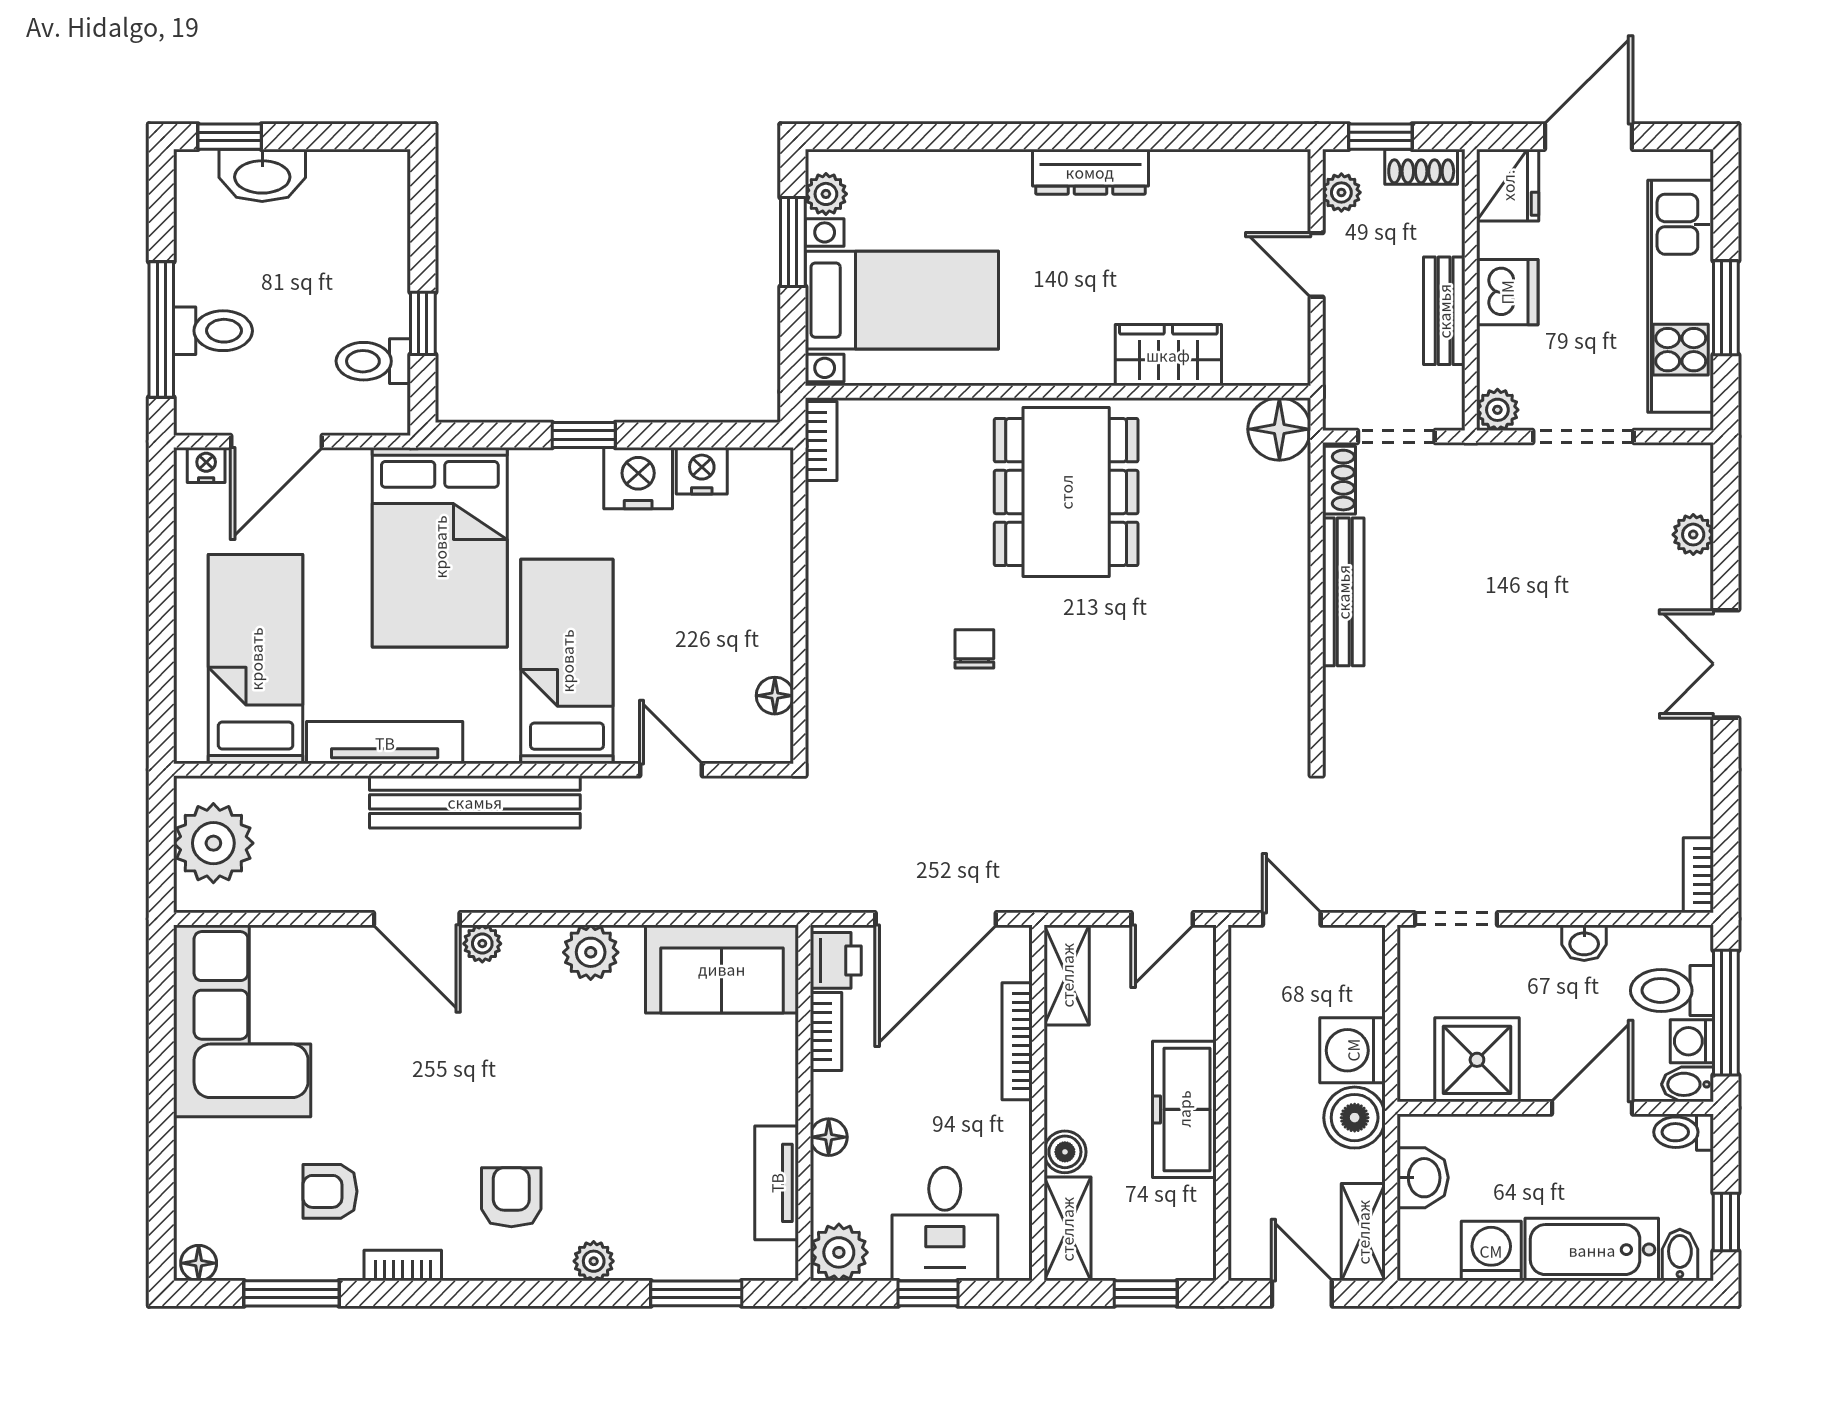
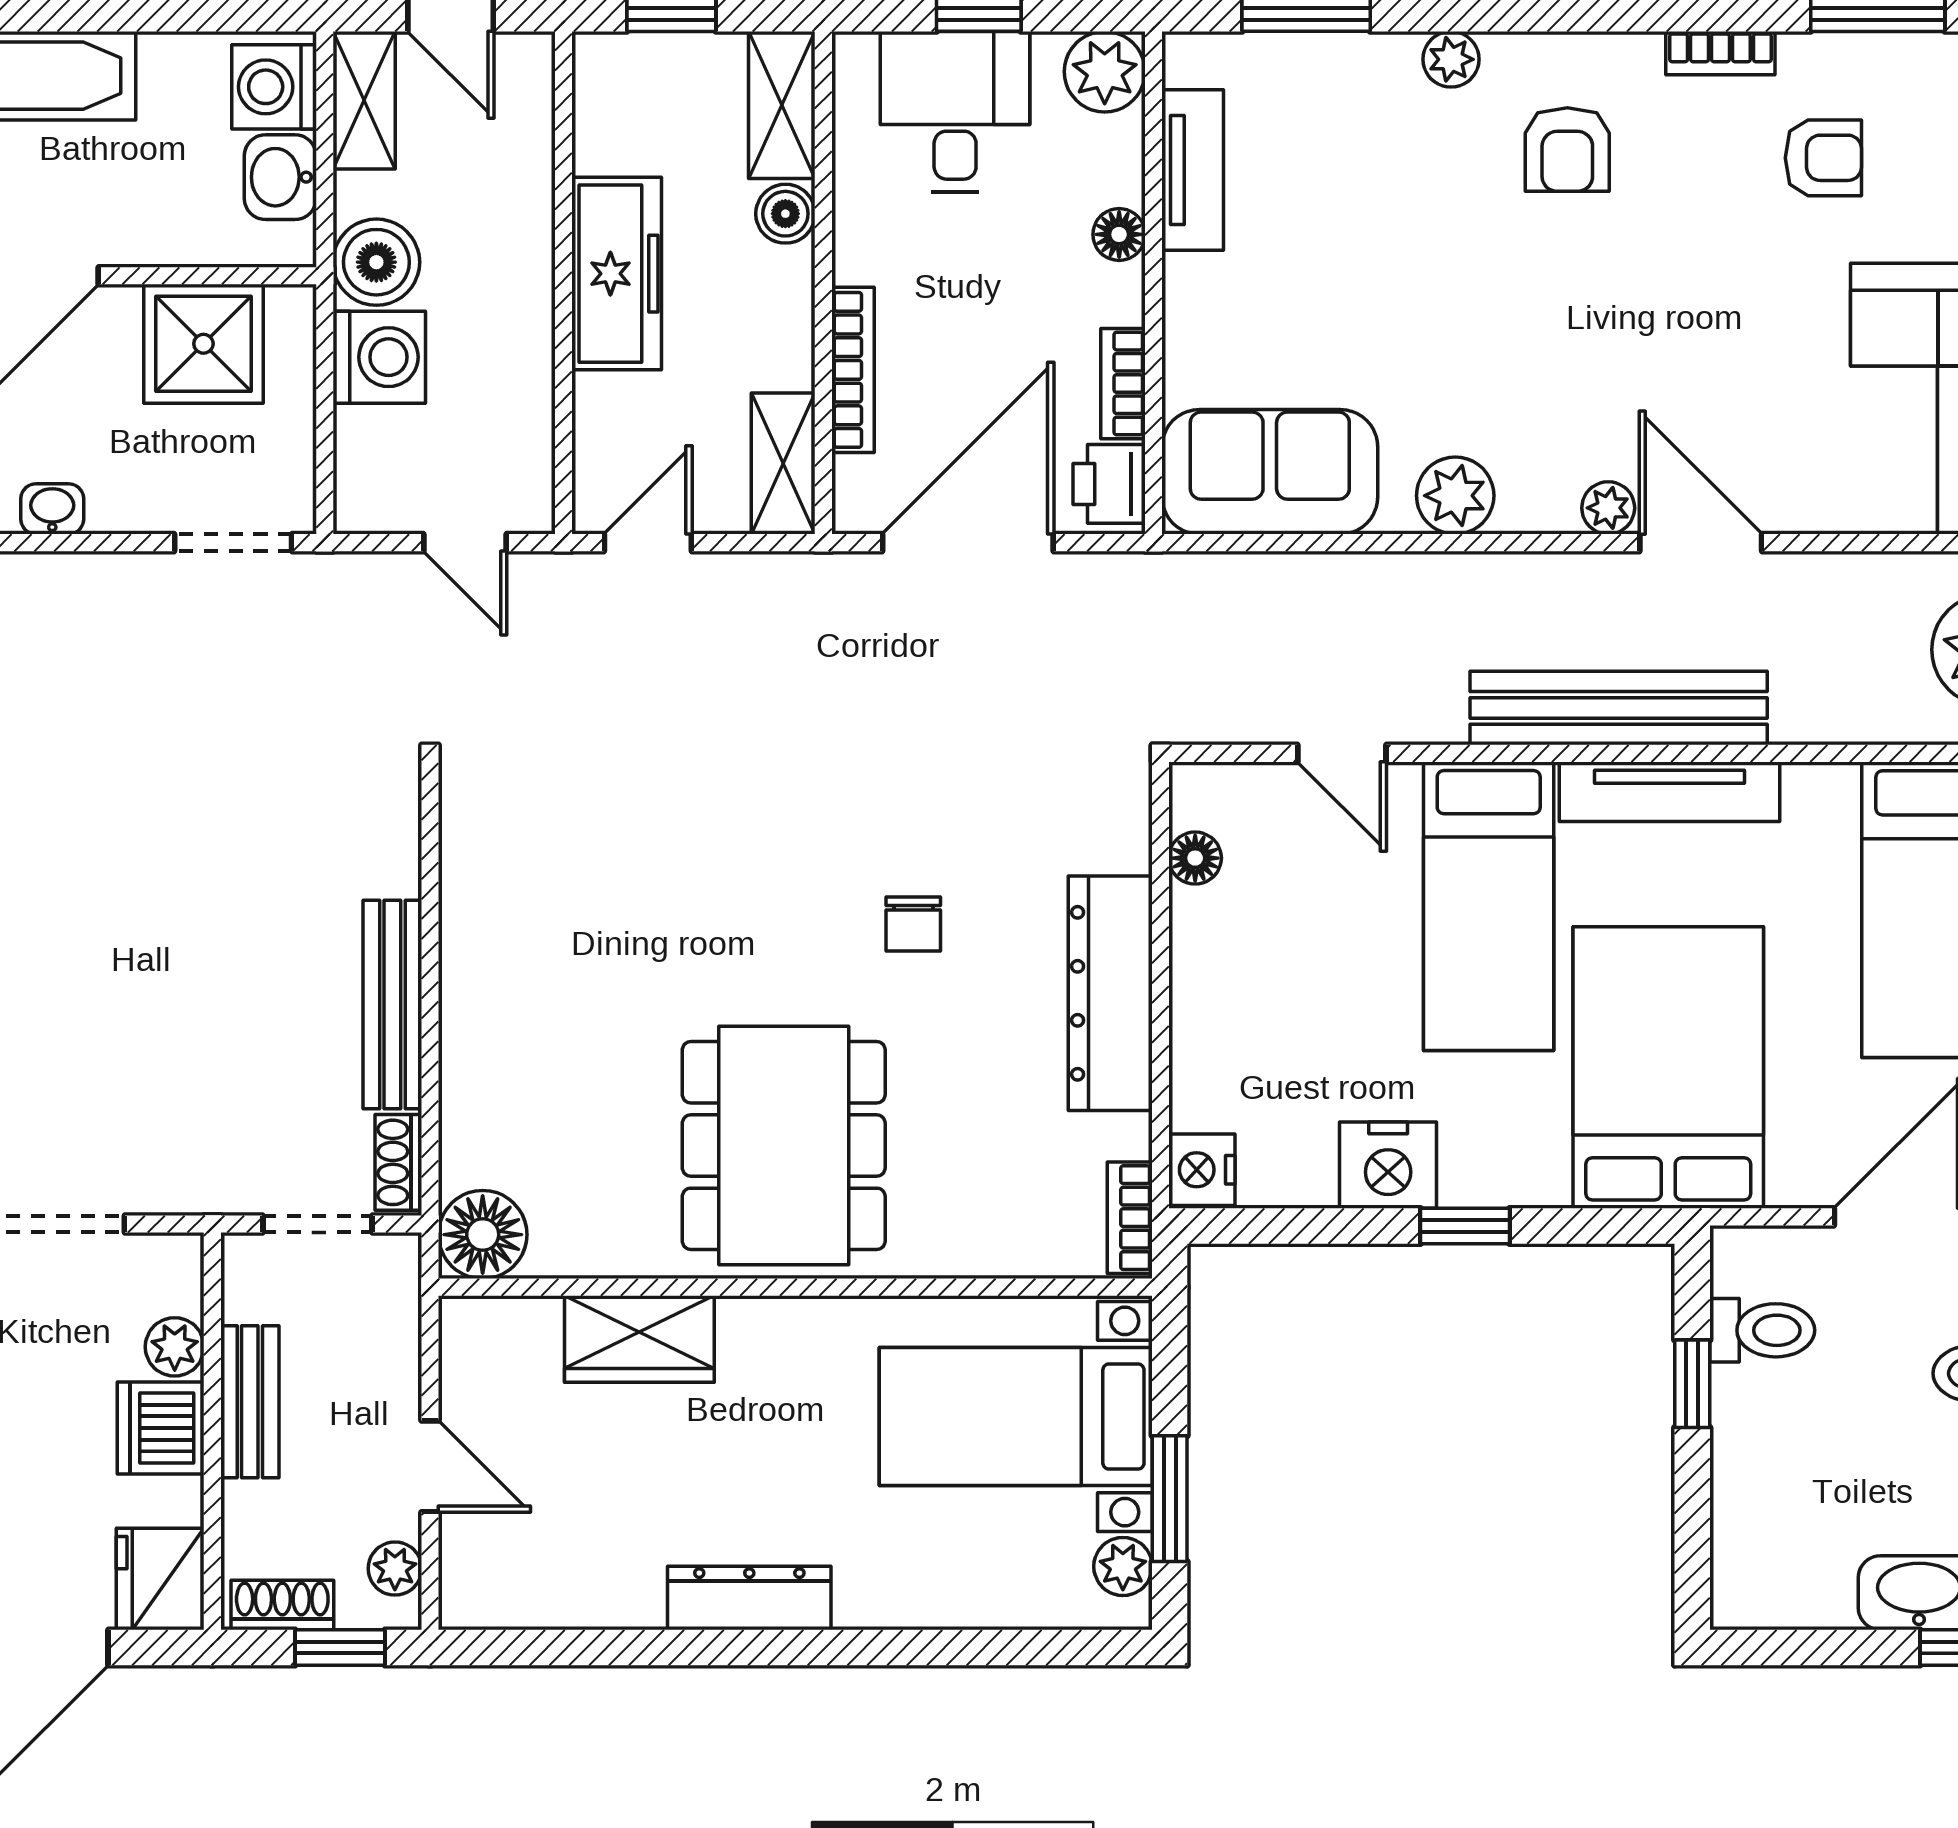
plant: (1497, 410) -> (175, 1347), moved
nightstand: (702, 471) -> (1202, 1170), moved, turned 90
dresser: (835, 600) -> (1110, 993), added
tv unit: (385, 743) -> (1670, 792), moved
washing machine: (1491, 1251) -> (274, 87), moved, turned 90

